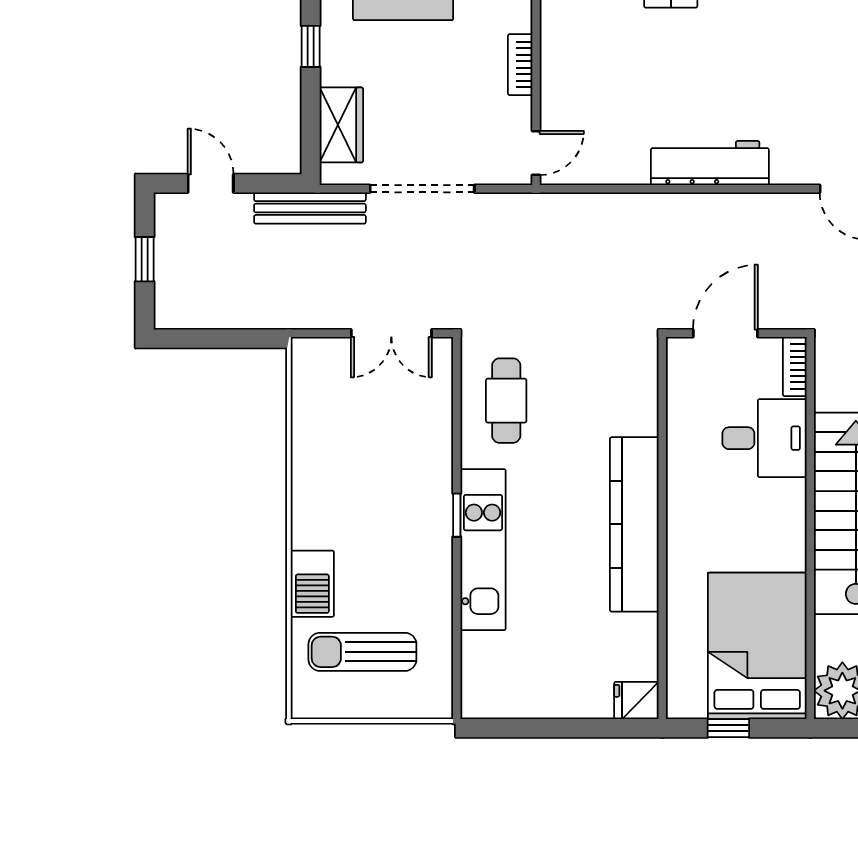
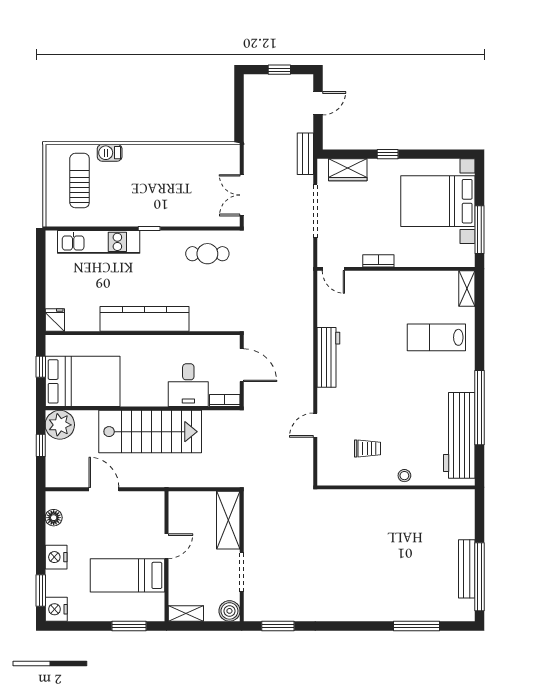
bench: (310, 208) -> (305, 154), width x0.73
kitchen unit: (483, 550) -> (99, 242), moved
barbecue: (312, 584) -> (110, 153), width x0.73, depth x0.79

